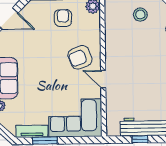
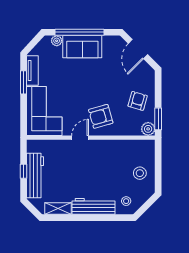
armchair: (63, 18) -> (138, 101), turned -74
armchair: (80, 57) -> (101, 116), turned -86

